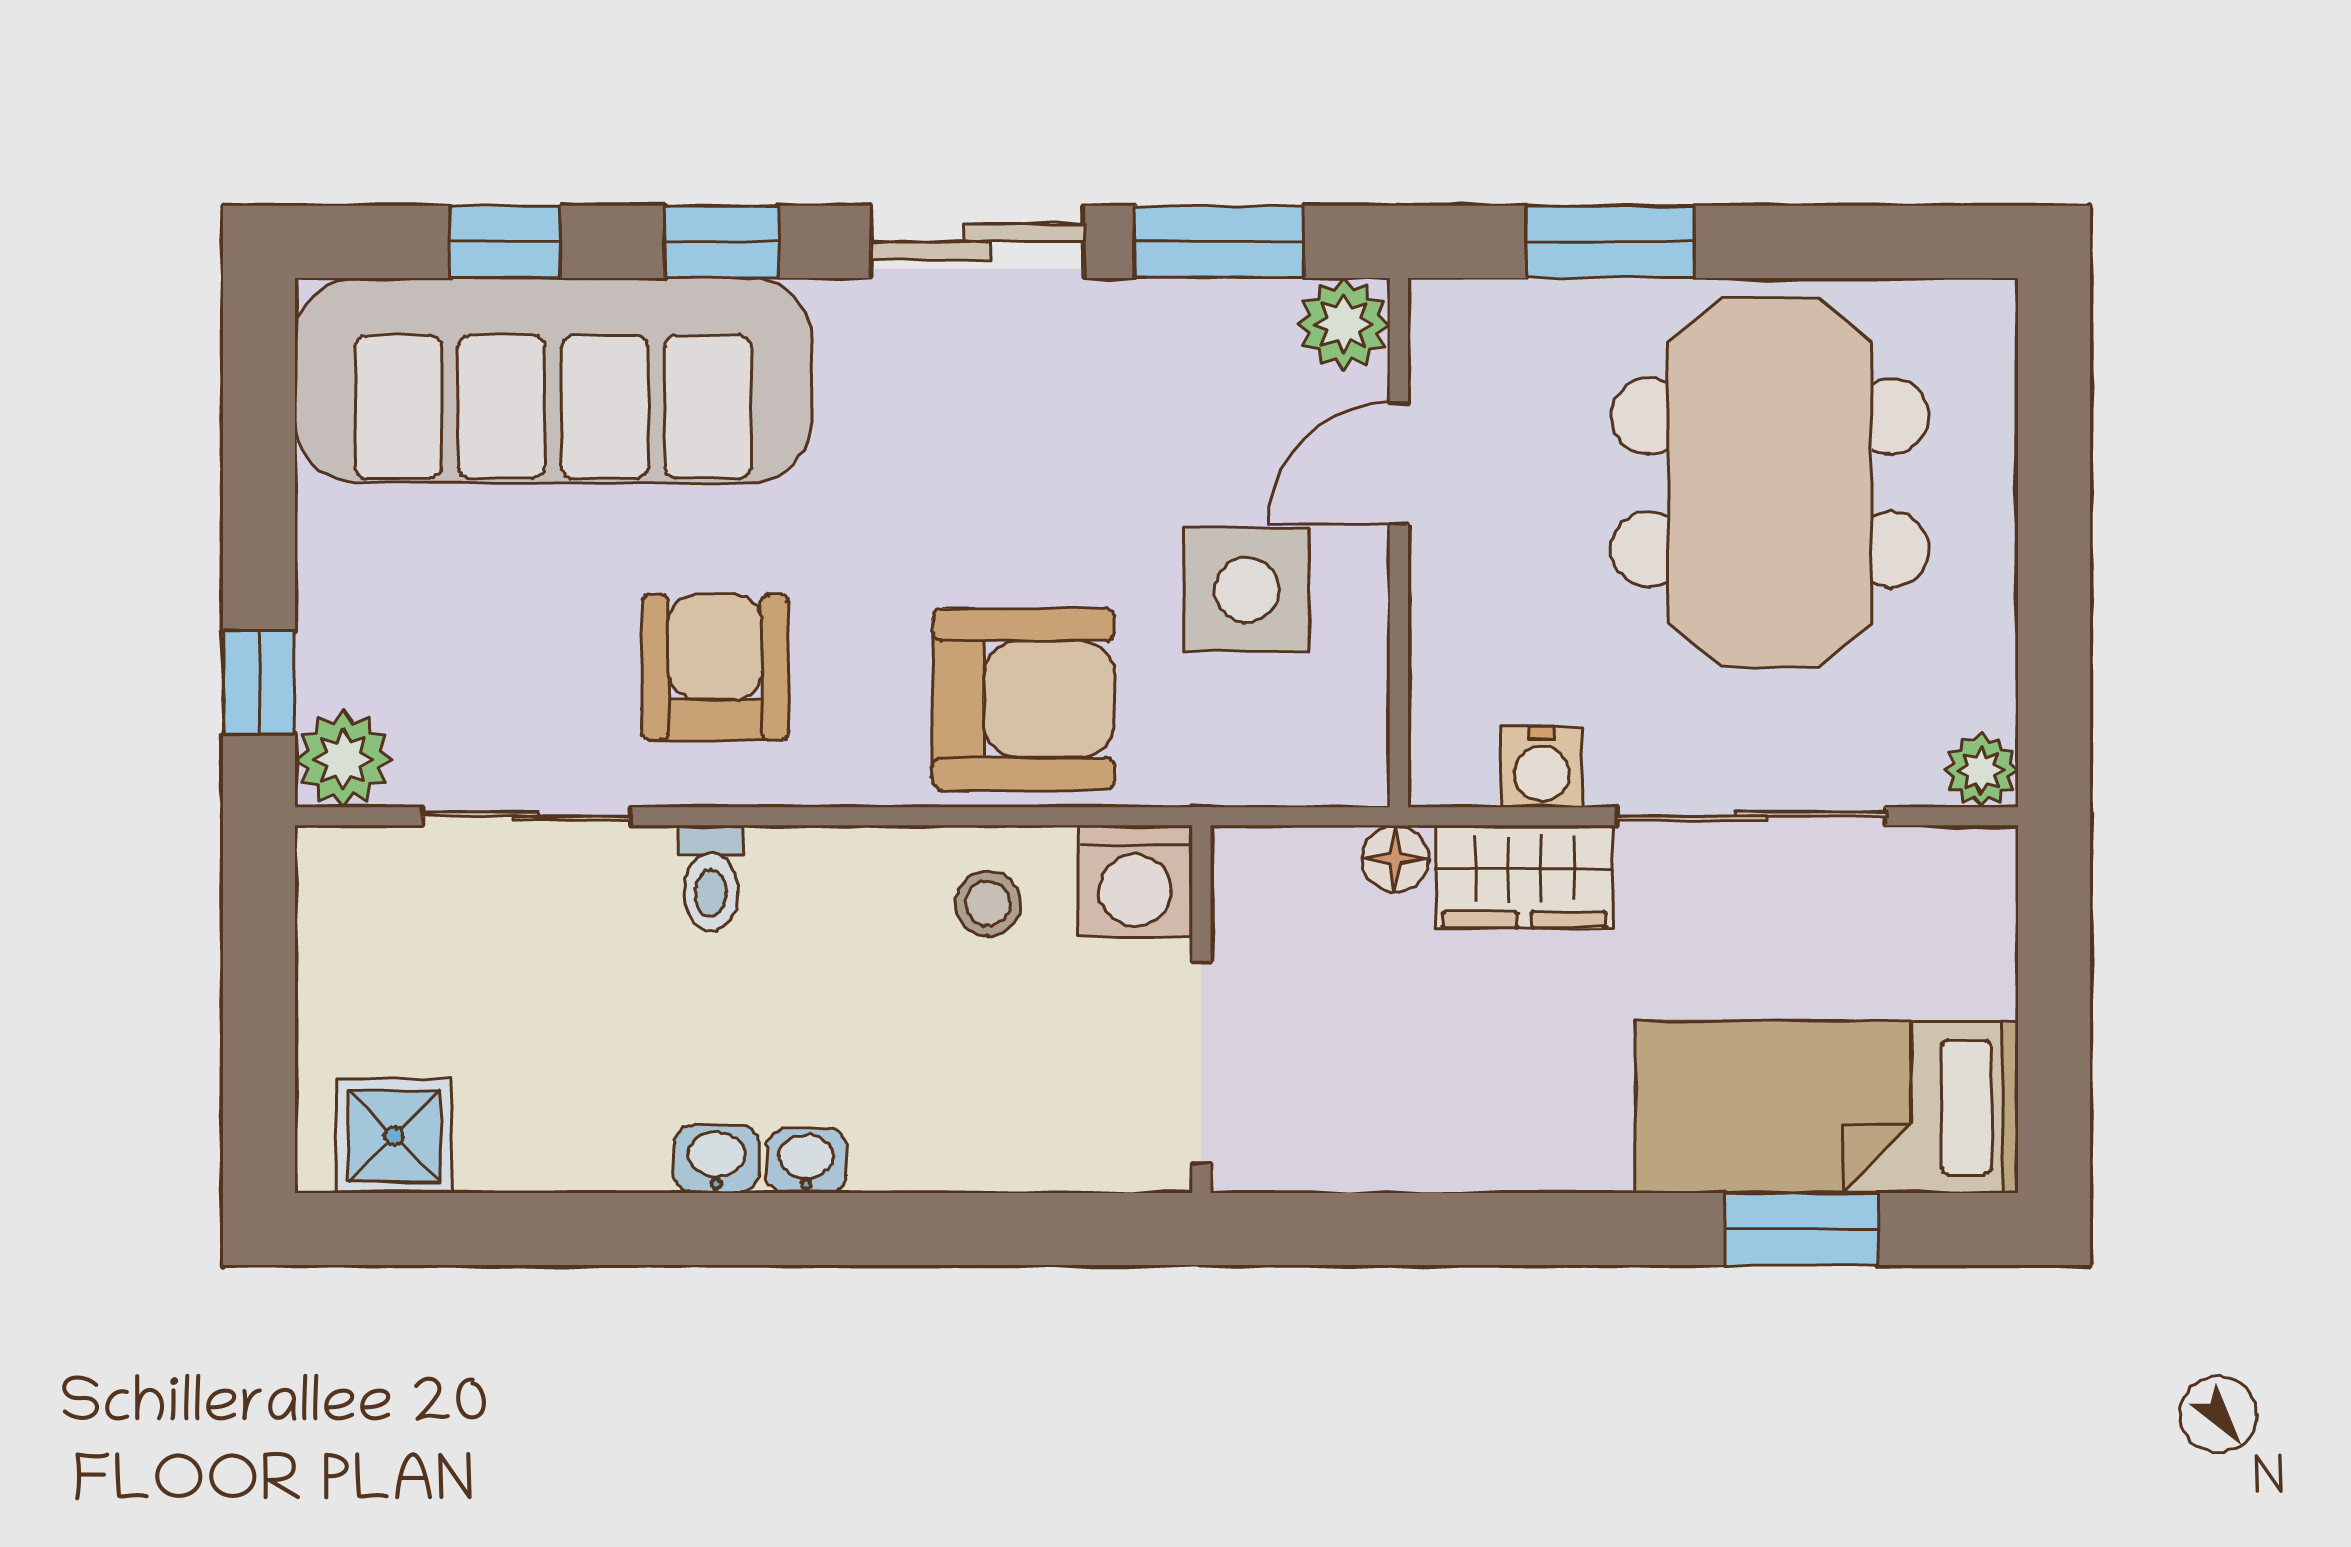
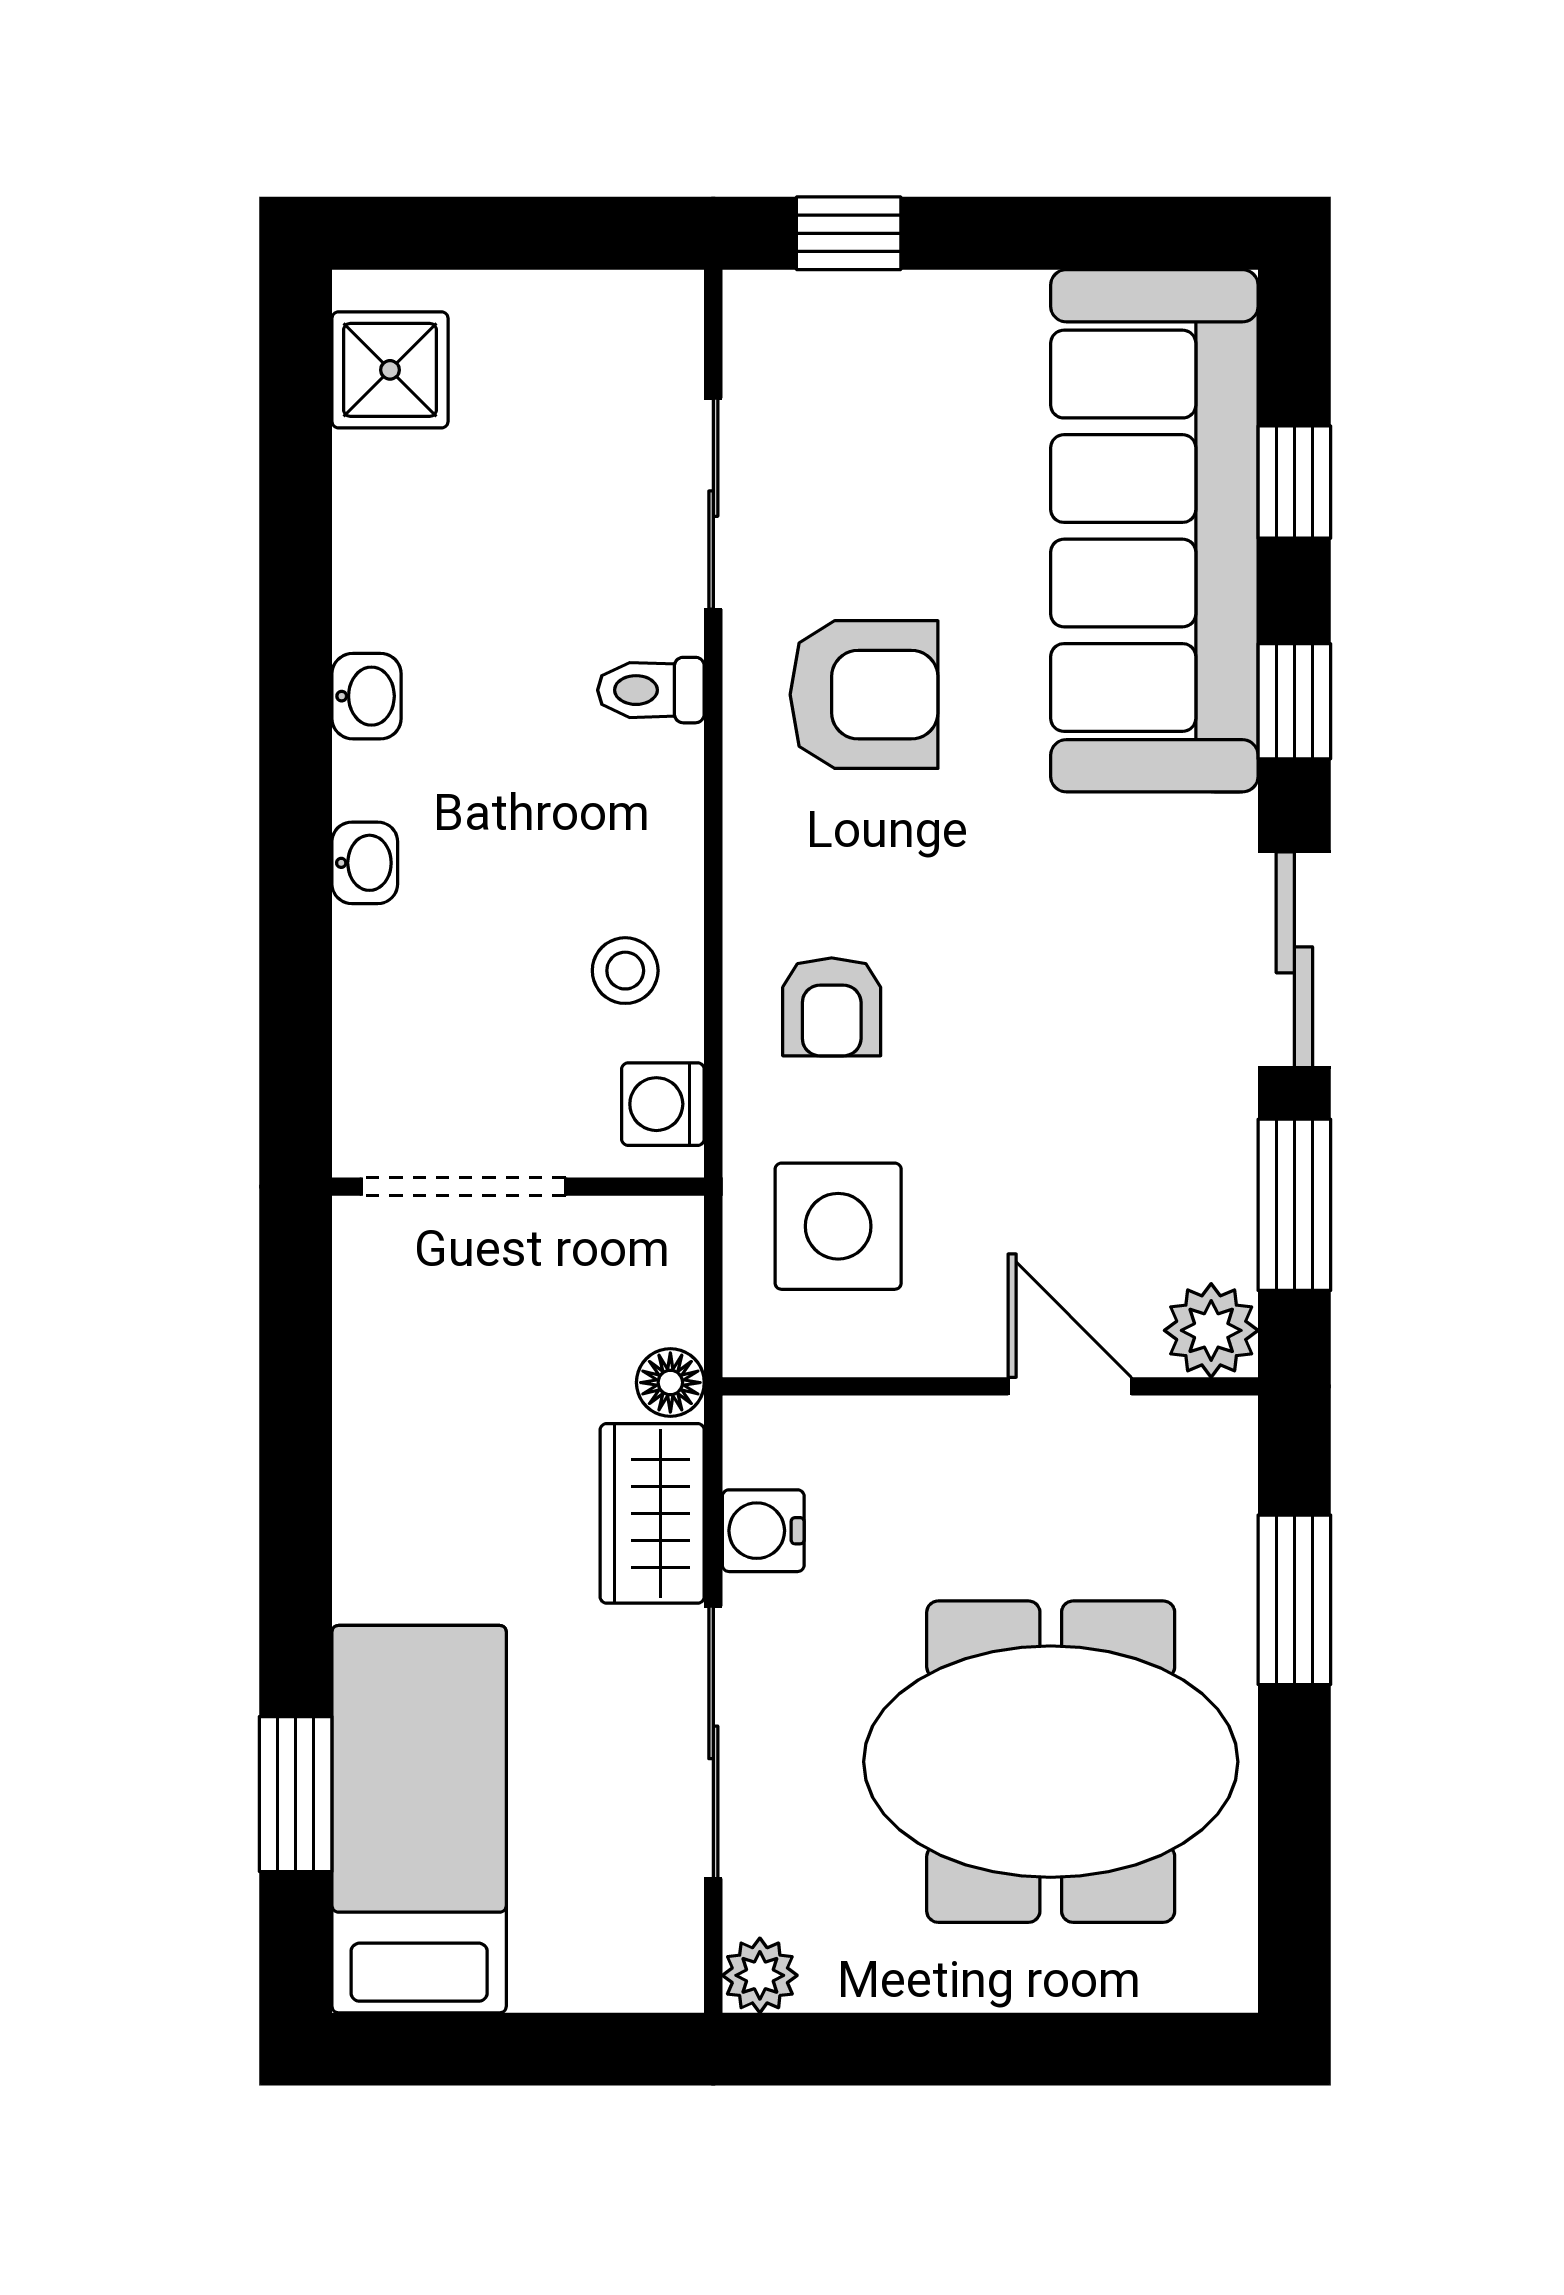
side table: (1247, 590) -> (838, 1226), moved
armchair: (1024, 699) -> (832, 1007), width x0.53, depth x0.53
plant: (343, 759) -> (771, 318), removed
washing machine: (1135, 881) -> (663, 1104), width x0.73, depth x0.73
washbasin: (806, 1161) -> (365, 863), moved

